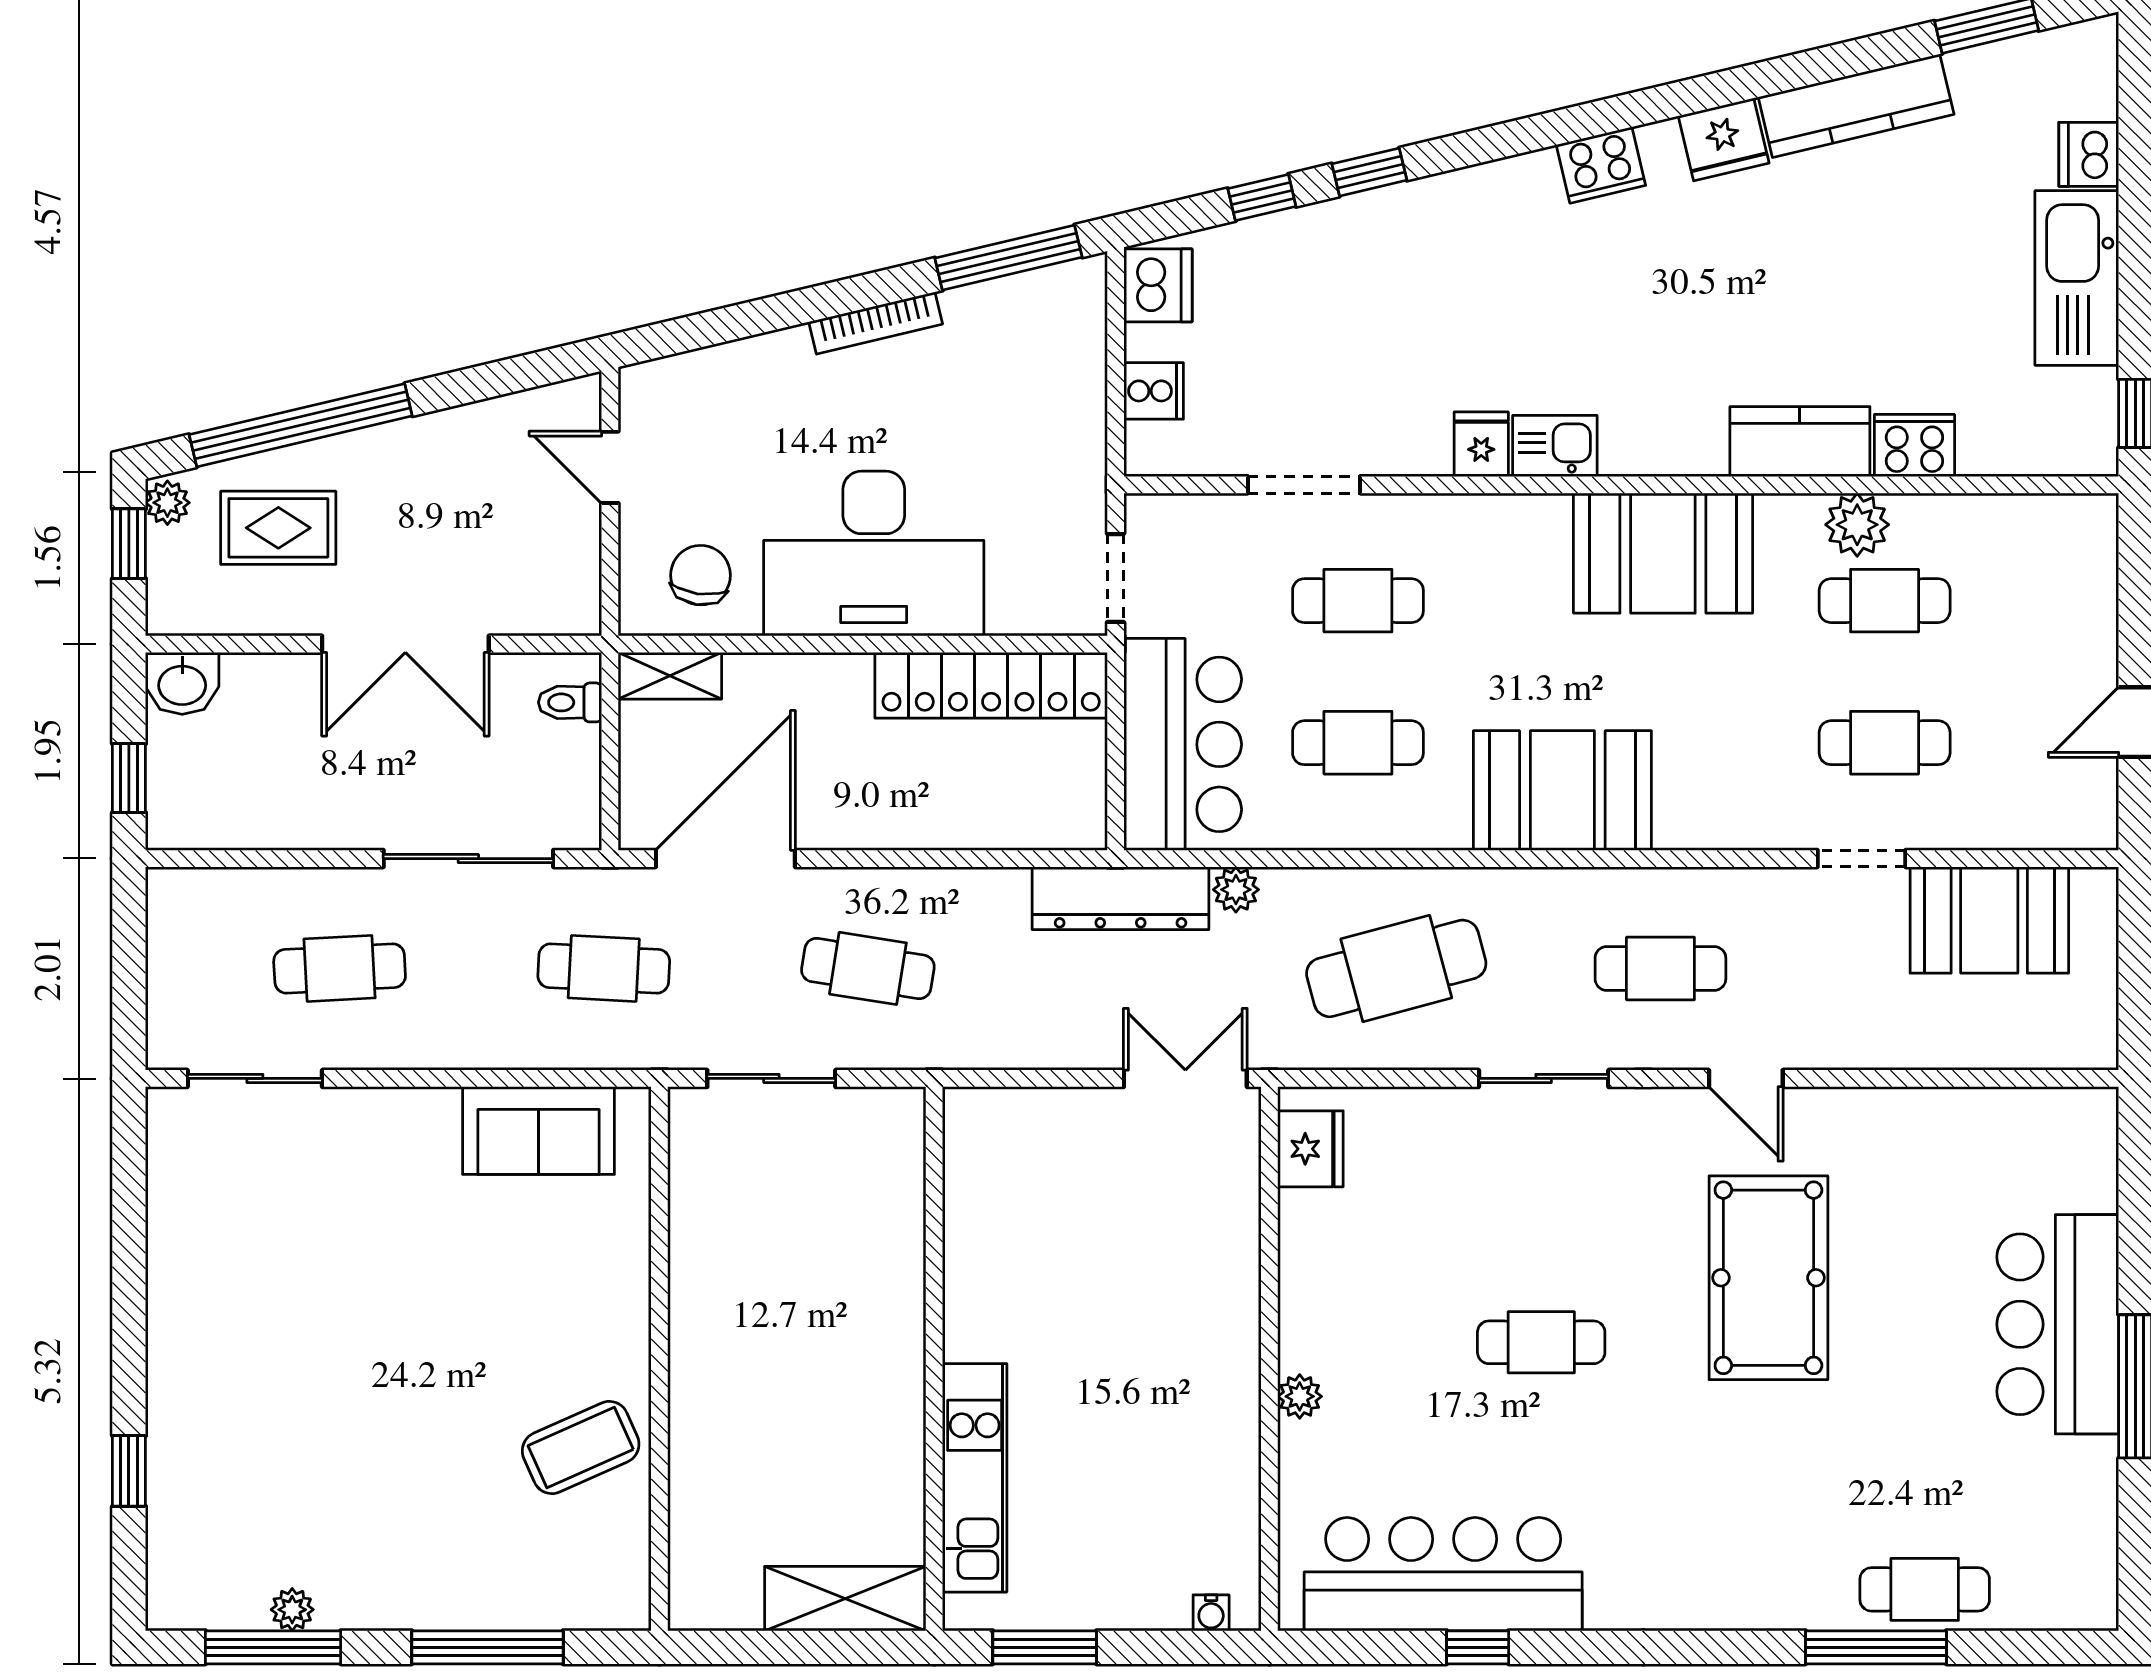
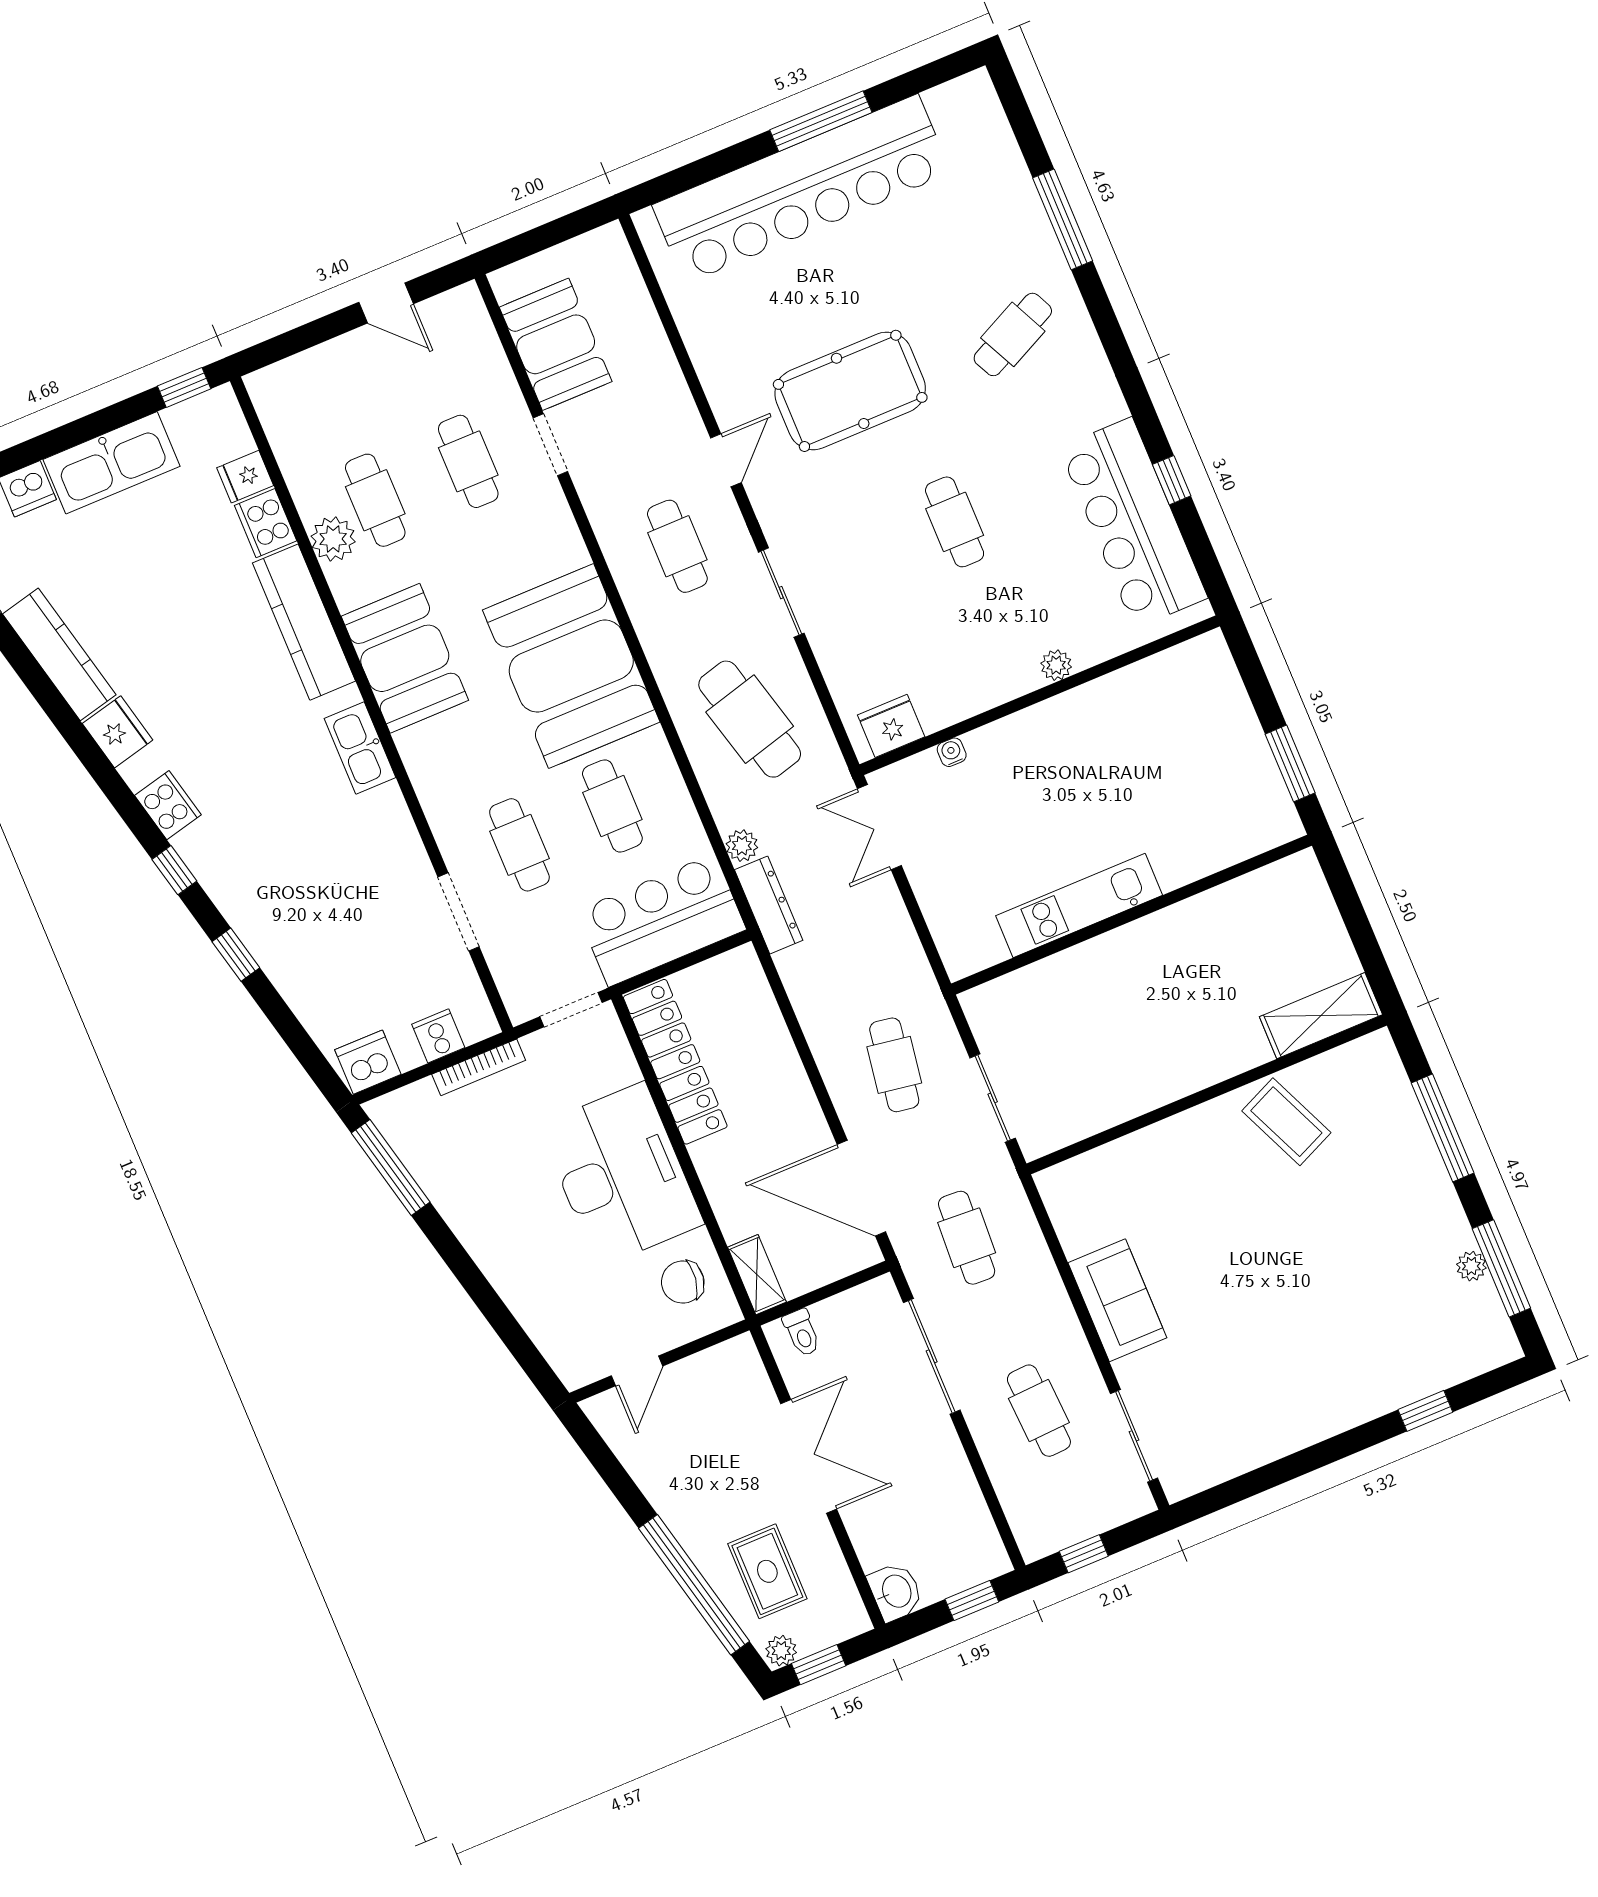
window: (1262, 198) -> (174, 870), moved
bookcase: (876, 323) -> (479, 1067), moved, turned 103
kitchen counter: (1800, 442) -> (304, 622), width x1.50
fridge: (1481, 444) -> (245, 477), moved
kitchen sink: (1555, 446) -> (360, 748), width x1.38
booth: (1562, 791) -> (571, 666), width x1.36, depth x1.42
dresser: (1121, 898) -> (769, 905), width x0.73, depth x0.80
window: (129, 949) -> (1084, 1554), added
sofa: (539, 1131) -> (1117, 1300), moved
bar counter: (2058, 1324) -> (801, 189), width x1.86
kitchen unit: (975, 1478) -> (1079, 905), moved
cafe table: (1925, 1589) -> (1013, 334), moved, turned 64
shelving: (845, 1599) -> (1321, 1016), moved, turned 90
water cooler: (1211, 1613) -> (952, 752), moved, turned -90

